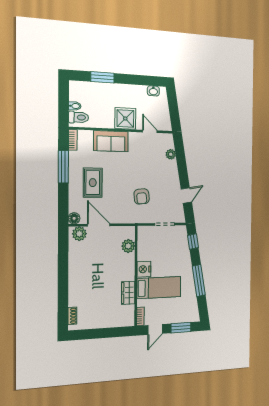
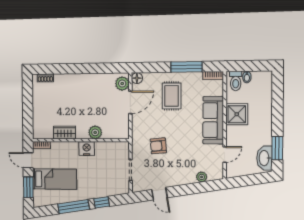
window: (102, 77) -> (277, 148), moved
washbasin: (153, 91) -> (264, 158), width x1.91, depth x1.45
shower: (125, 118) -> (237, 114), moved
sofa: (111, 141) -> (213, 120), width x1.36
rug: (93, 183) -> (172, 96), turned 90
window: (193, 242) -> (102, 202), moved
plant: (128, 246) -> (95, 132), moved
bed: (159, 288) -> (55, 179), moved, turned -90

